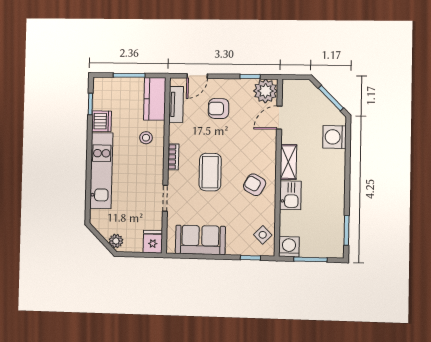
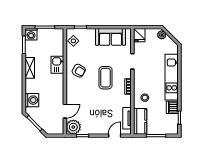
armchair: (219, 109) -> (101, 116), removed
shelving: (288, 162) -> (30, 68), moved
washing machine: (289, 247) -> (31, 34), moved

